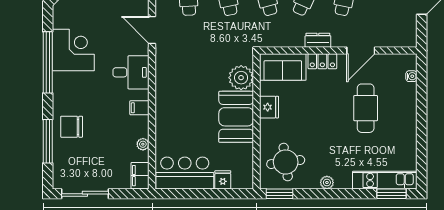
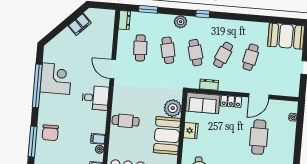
dresser: (318, 40) -> (209, 85), moved
cafe table: (176, 101) -> (126, 121), added
filing cabinet: (139, 108) -> (98, 139), moved
chair: (72, 127) -> (50, 133), turned -90

